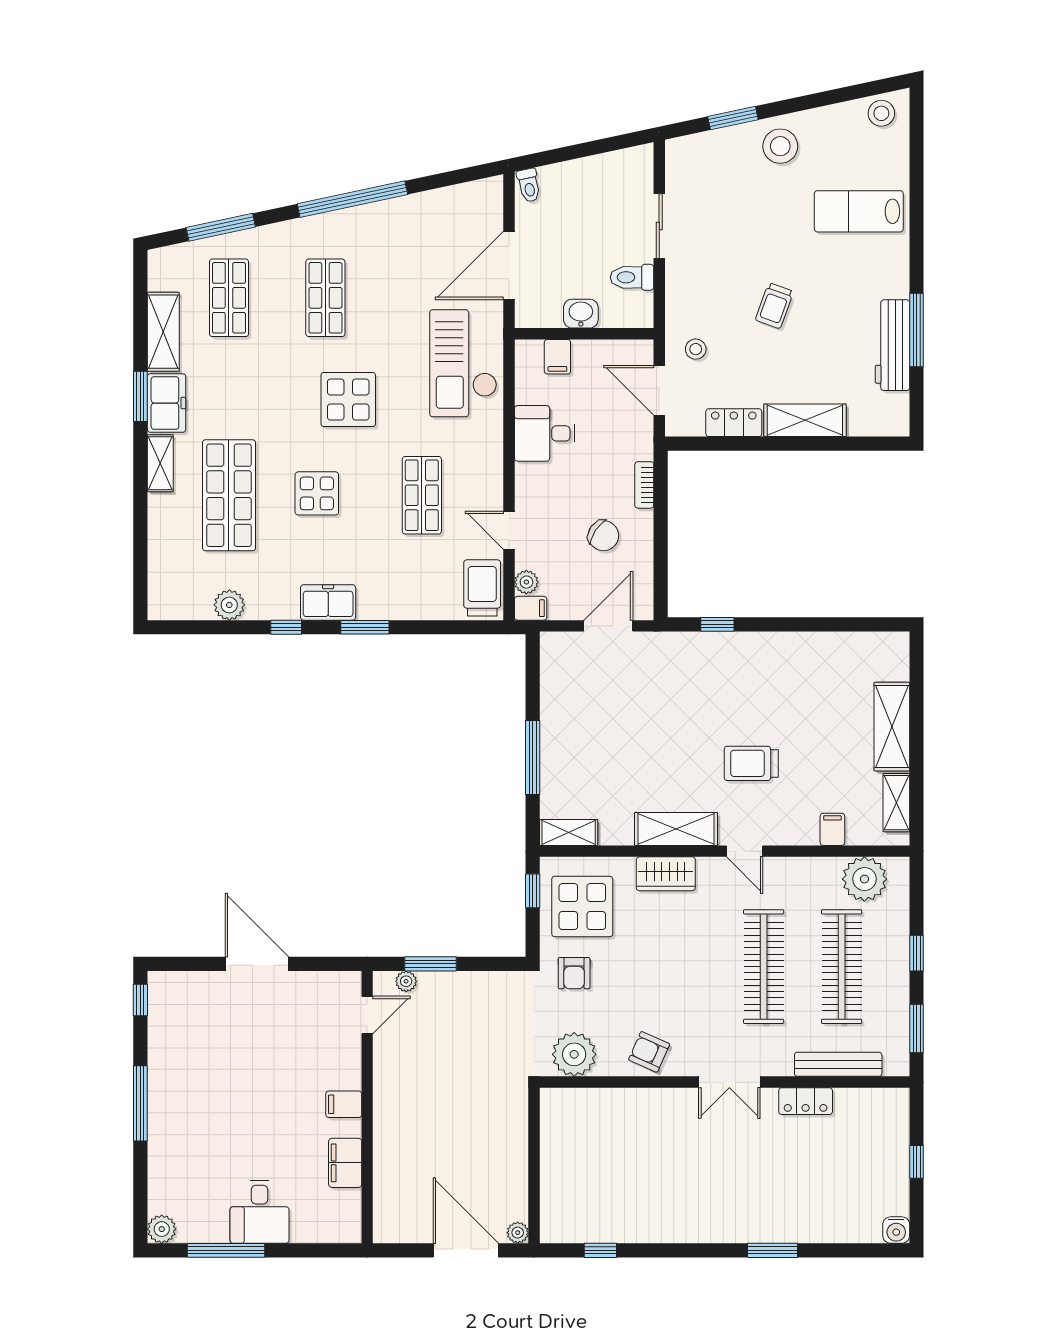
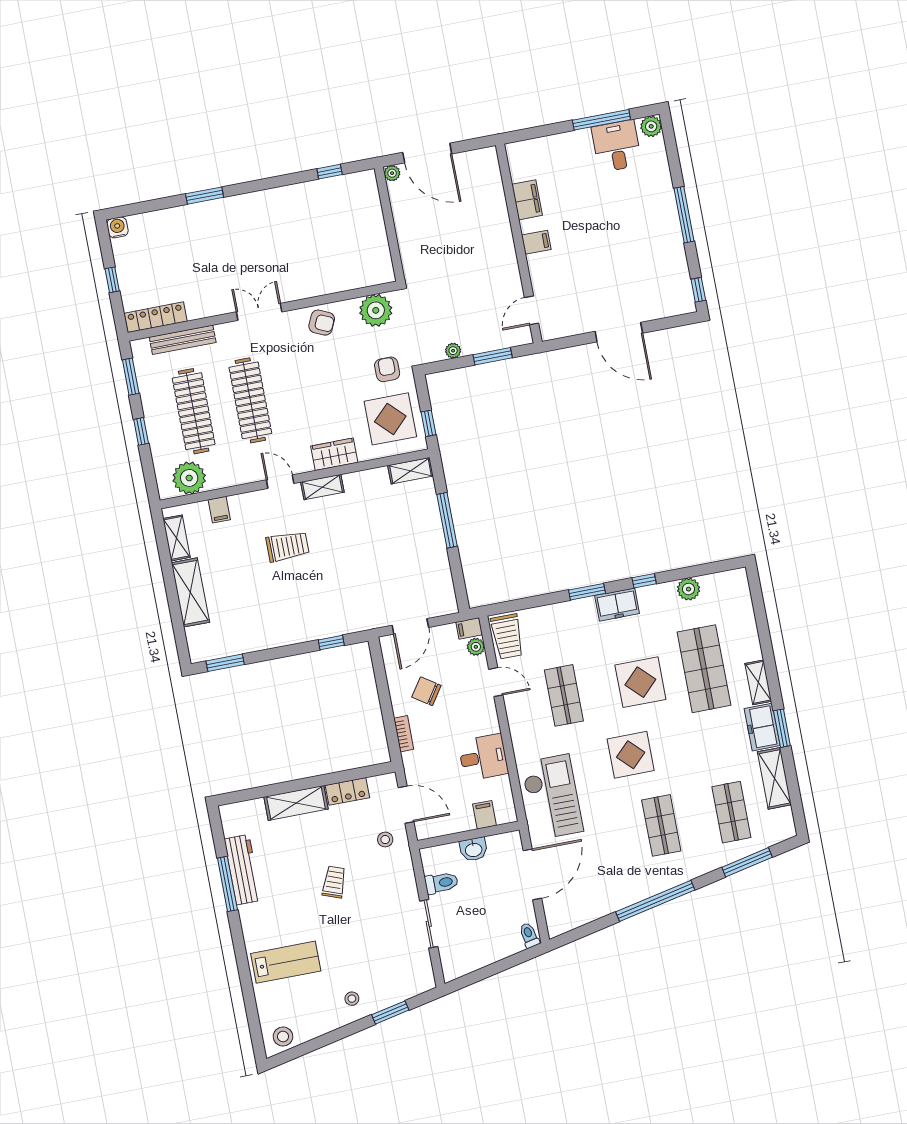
stool: (780, 146) -> (352, 999), width x0.53, depth x0.53
display table: (317, 493) -> (640, 682), width x1.36, depth x1.36
window: (863, 624) -> (225, 663), added
shelving: (676, 829) -> (322, 487), width x0.67, depth x0.75
plant: (406, 981) -> (453, 351), moved
locker: (806, 1101) -> (156, 317), moved, width x1.53
desk: (260, 1212) -> (617, 146), moved

